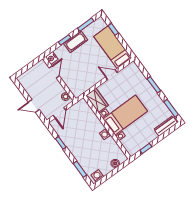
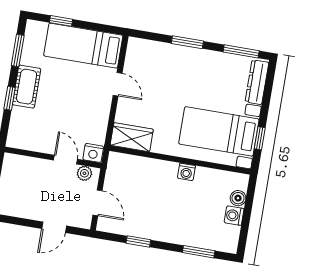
nightstand: (52, 58) -> (93, 153), moved
door: (54, 72) -> (65, 160), moved
door: (111, 75) -> (118, 84), swing flipped
bed with nightstands: (125, 115) -> (219, 131), moved, turned -90
washing machine: (97, 176) -> (234, 216), moved

